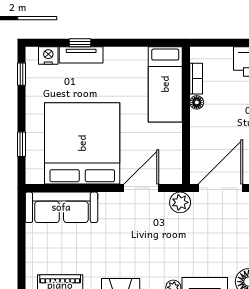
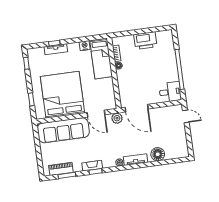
nightstand: (48, 56) -> (85, 46), moved
door: (141, 188) -> (96, 114), swing flipped
door: (220, 188) -> (137, 108), swing flipped
sofa: (61, 207) -> (63, 130), width x1.36, depth x1.27

